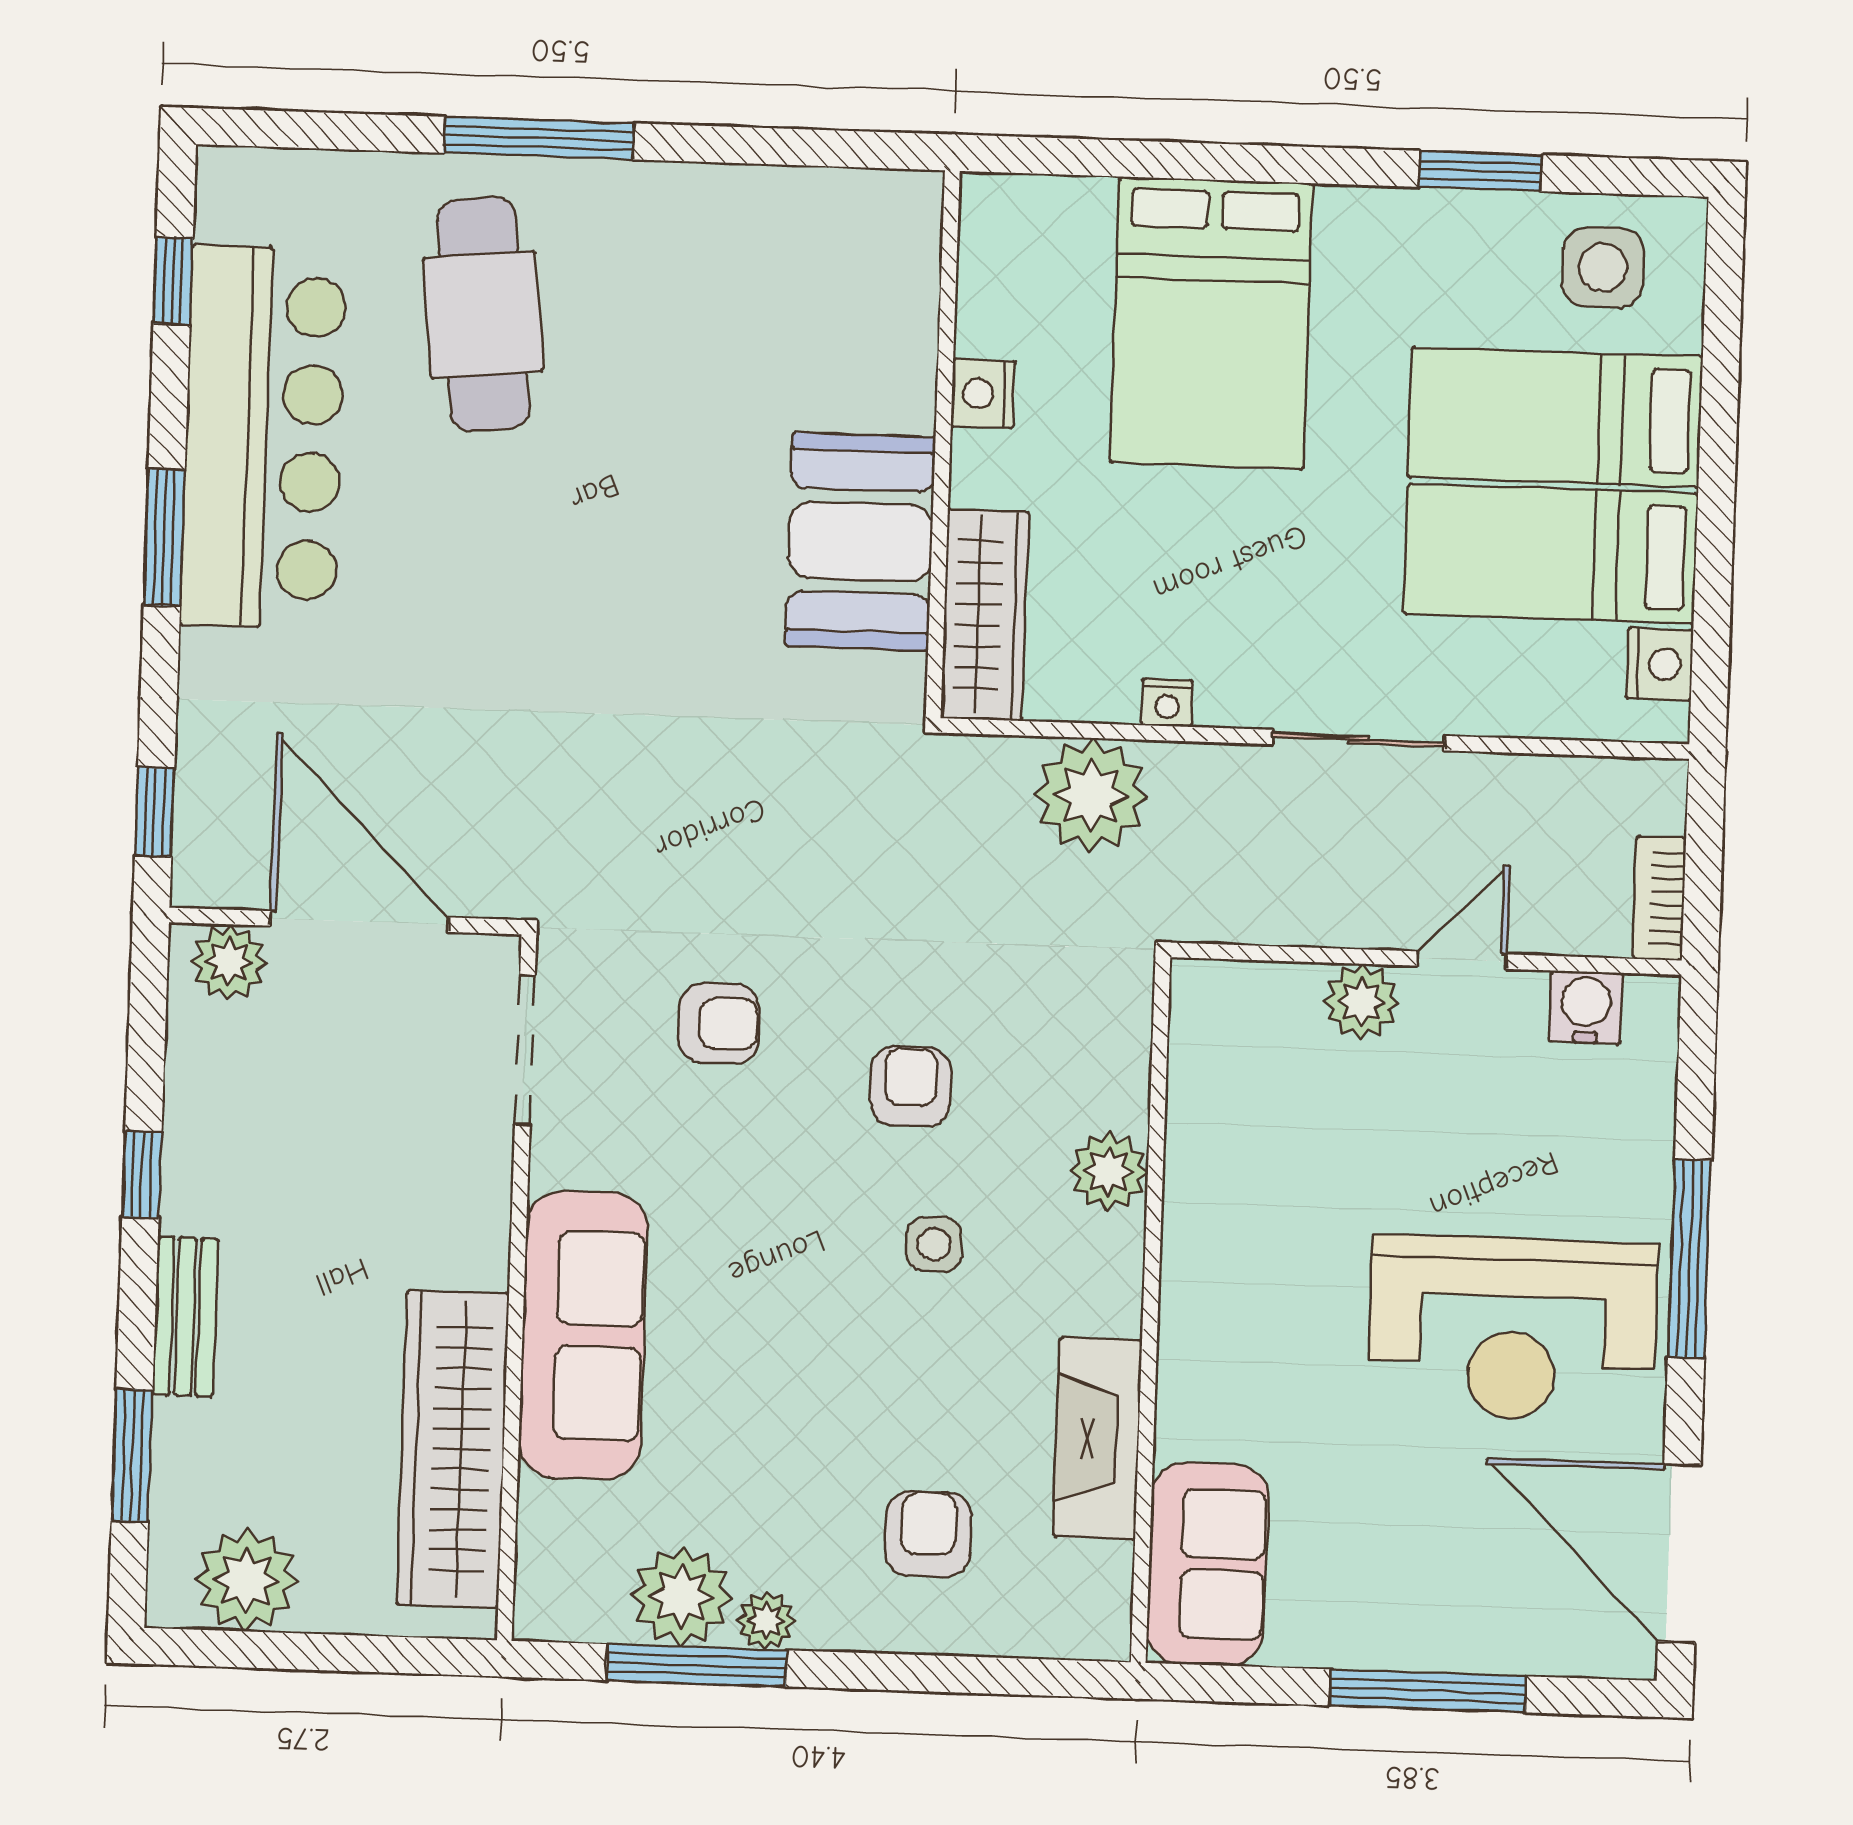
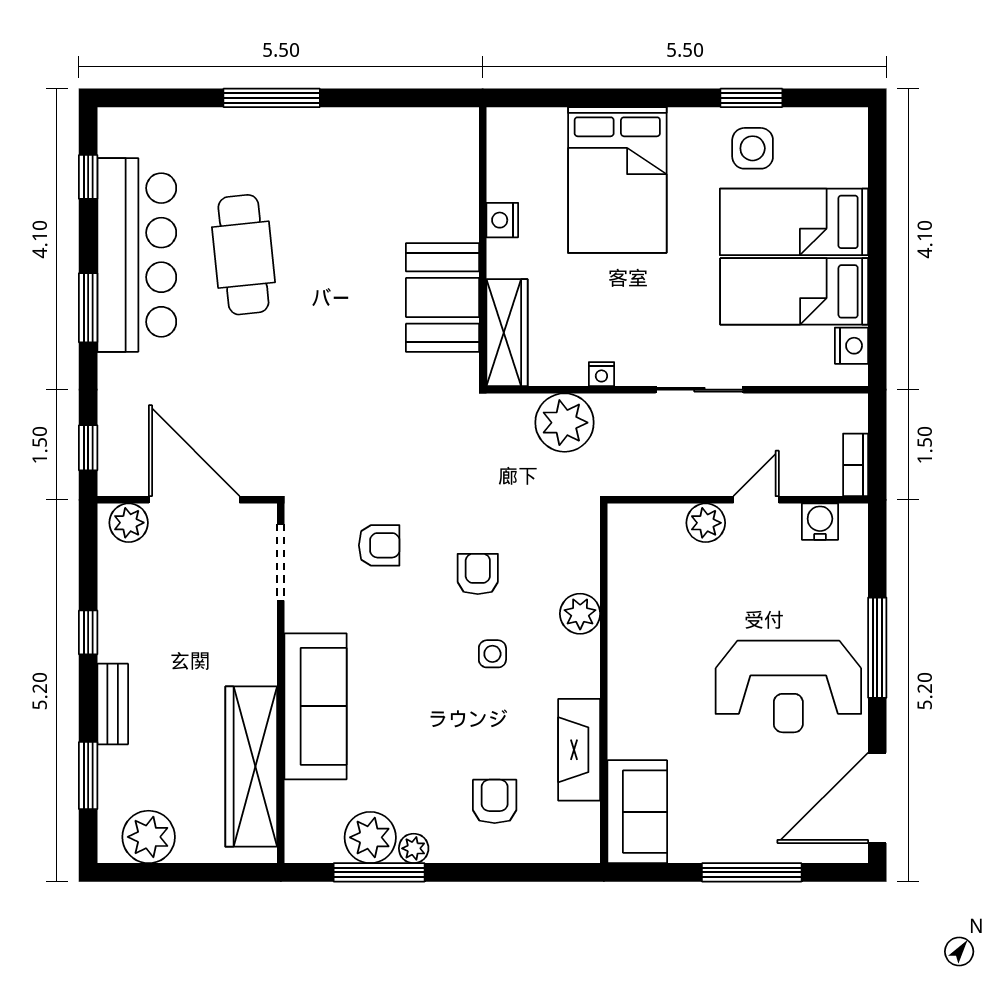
side table: (1603, 267) -> (753, 148), moved
cafe table: (483, 314) -> (243, 255), moved
door: (1679, 1553) -> (877, 798), hinge flipped

